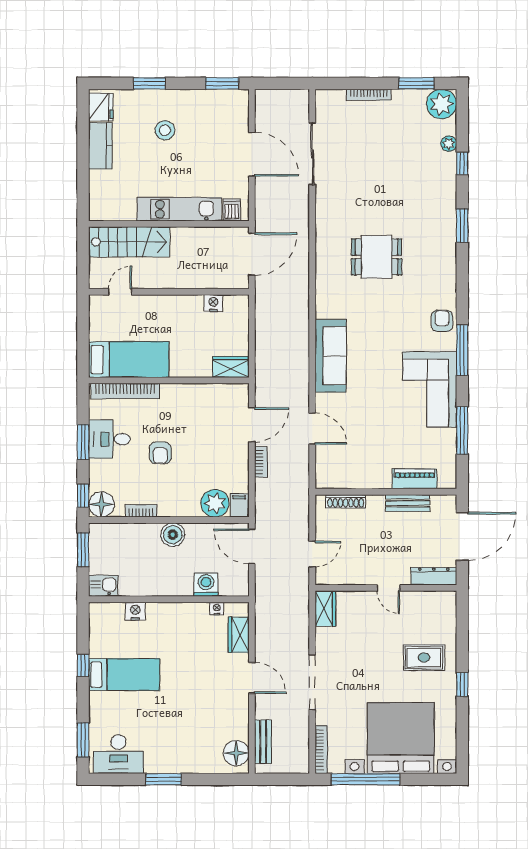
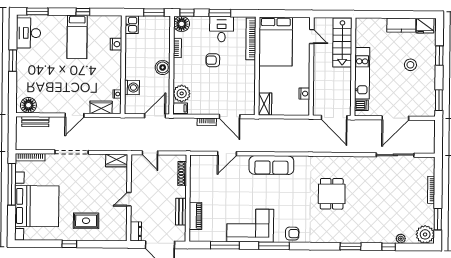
bed: (129, 360) -> (276, 41), width x1.50
dresser: (434, 576) -> (136, 231), width x0.70
rug: (424, 658) -> (86, 221), turned 90

